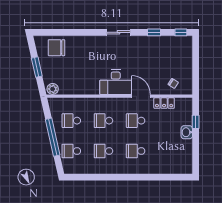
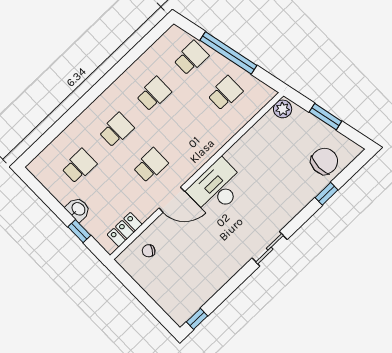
window: (154, 32) -> (327, 194), moved
locker: (164, 103) -> (125, 230), moved
school desk: (103, 121) -> (79, 166), moved

